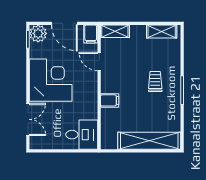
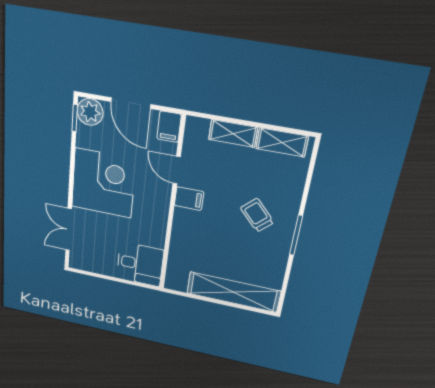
shelving: (115, 31) -> (233, 133), moved
trolley: (155, 82) -> (257, 215), turned -43
filing cabinet: (110, 100) -> (189, 199), moved
double door: (28, 119) -> (69, 230), swing flipped

